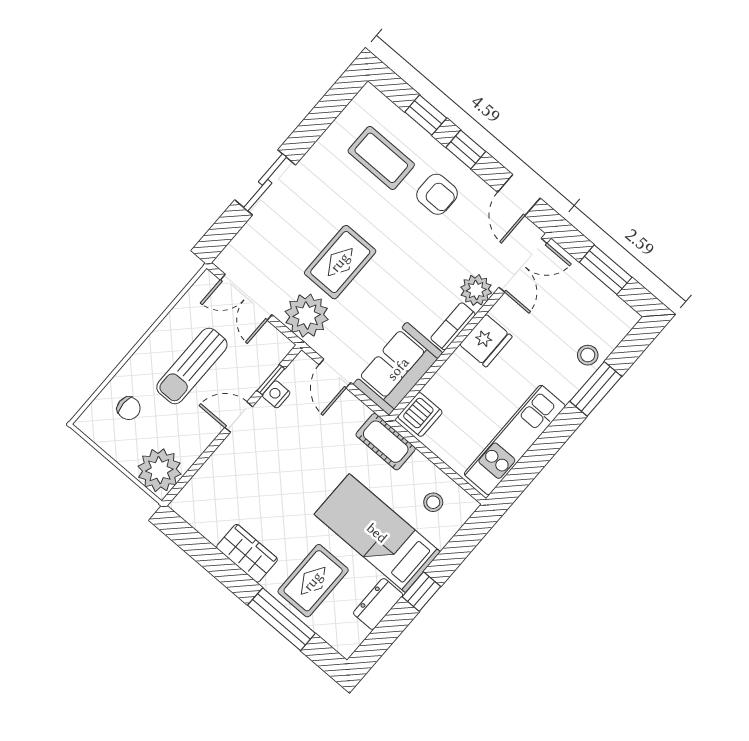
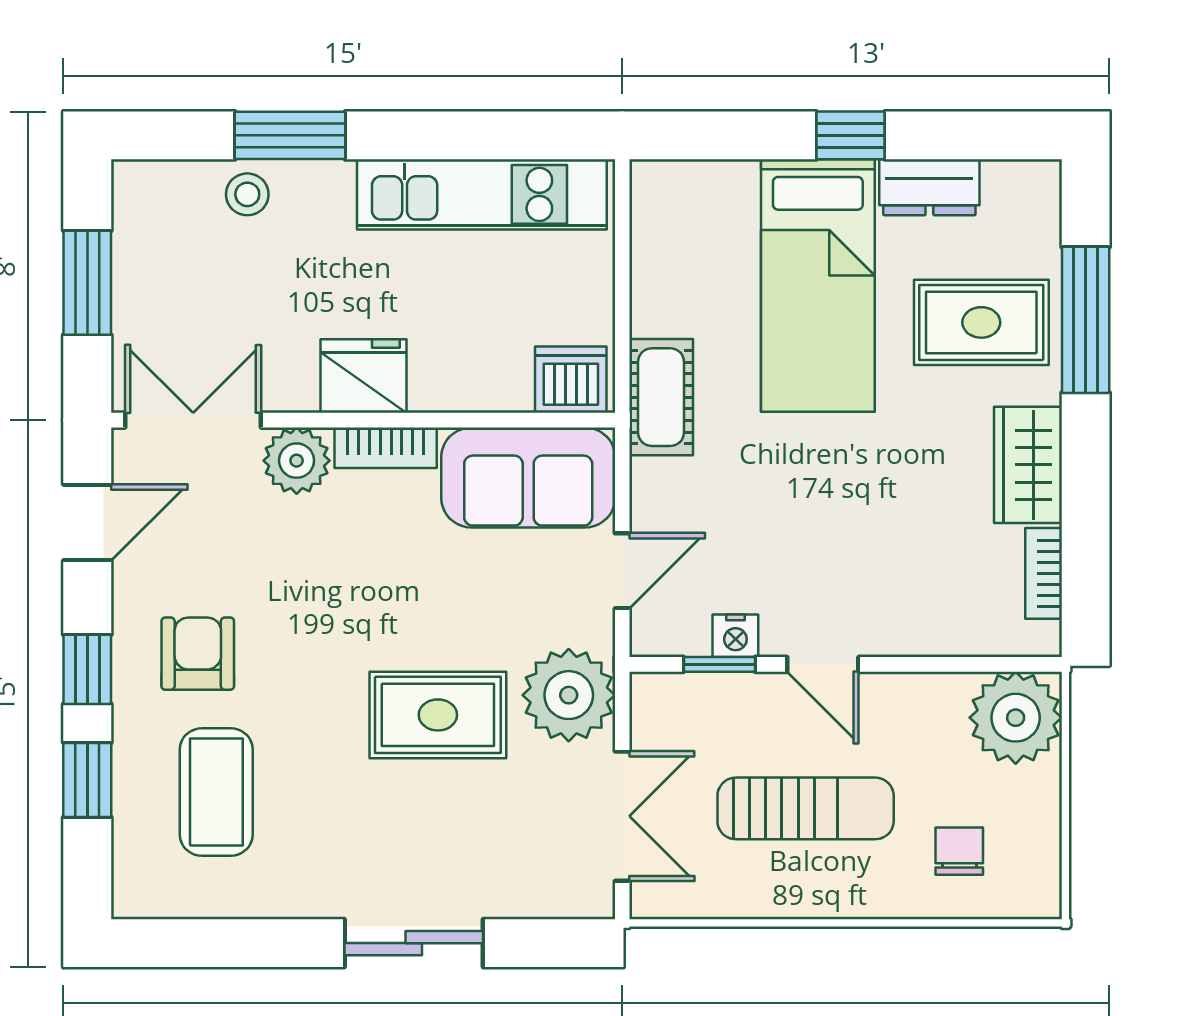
stool: (433, 502) -> (692, 239), removed
bookcase: (203, 525) -> (1044, 573), added

